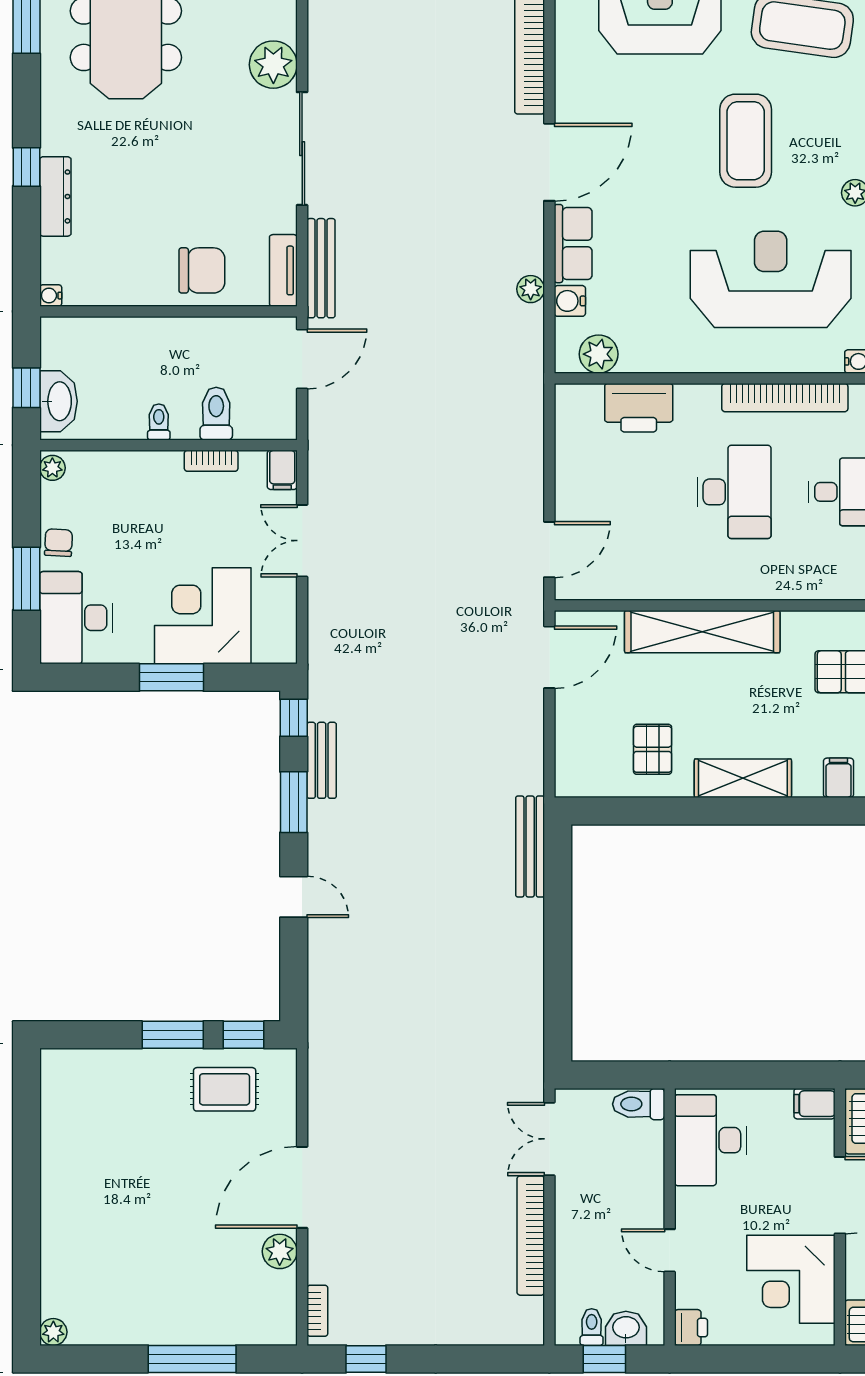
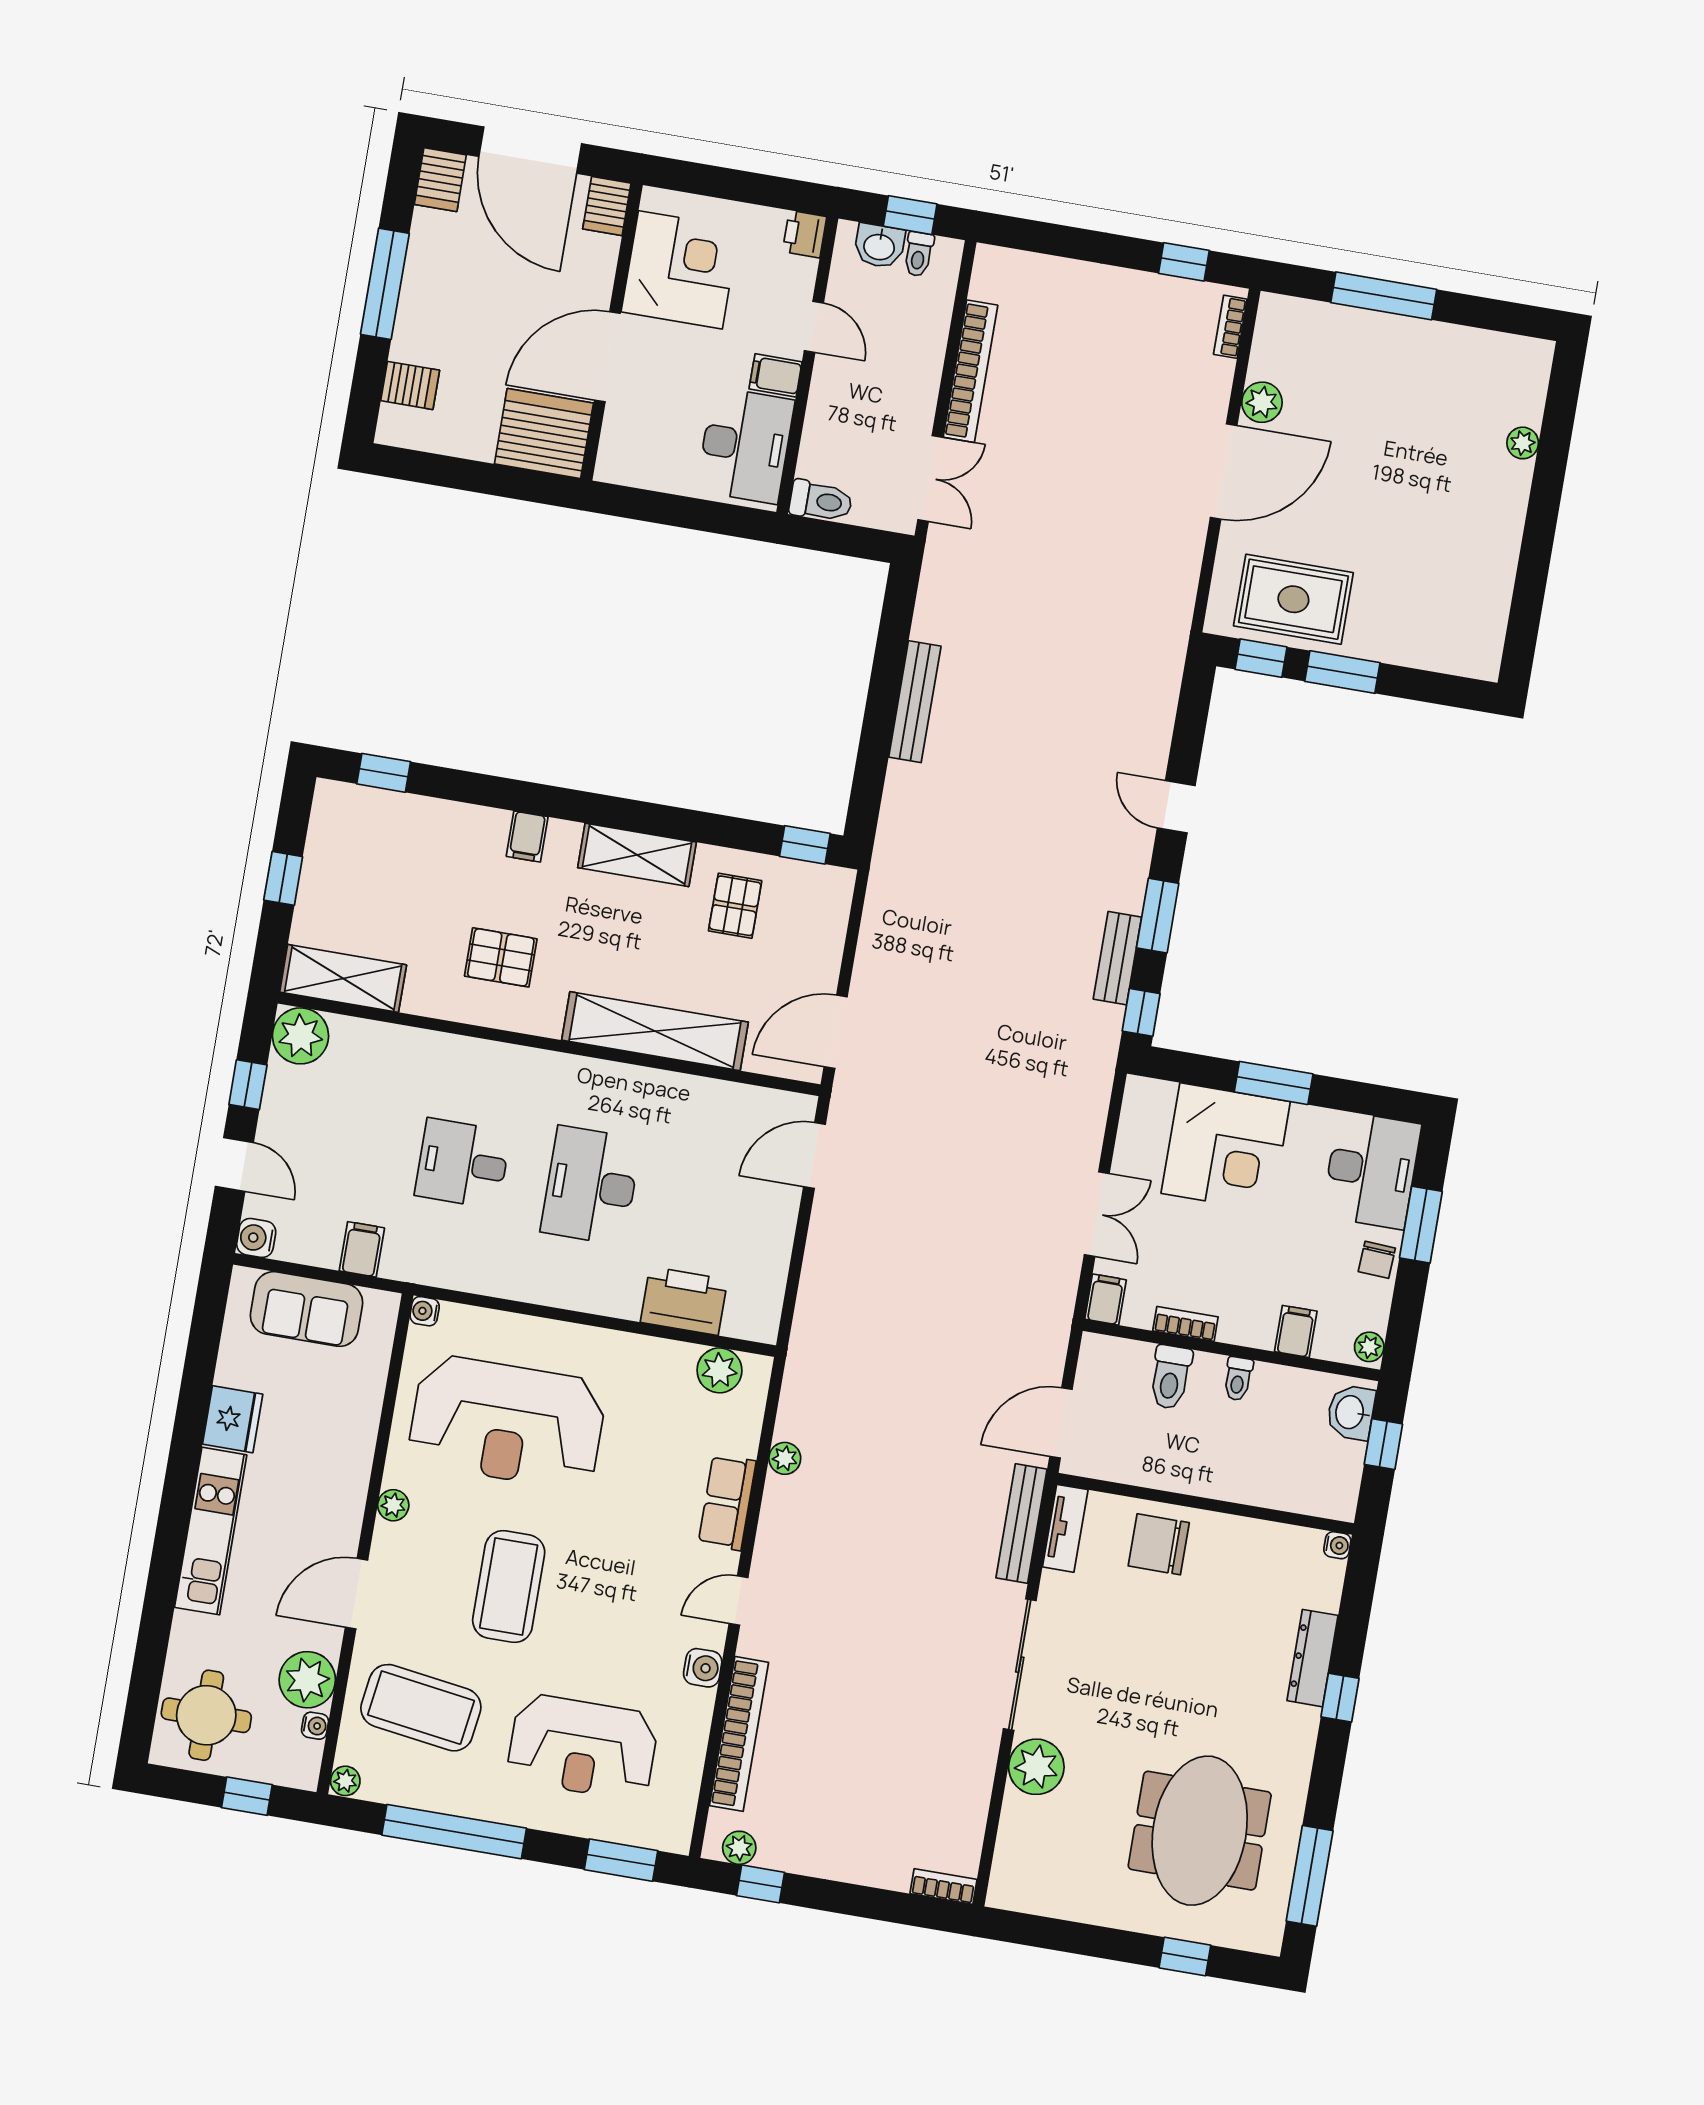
door: (549, 162) -> (738, 1600), width x0.53
water cooler: (570, 301) -> (703, 1668), moved
bookcase: (785, 398) -> (514, 1284), removed
washbasin: (58, 401) -> (1351, 1412), width x0.72
filing cabinet: (117, 470) -> (1296, 1331), added
window: (602, 811) -> (805, 845), added
bench: (530, 847) -> (915, 702), moved
rug: (225, 1089) -> (1293, 599), width x1.36, depth x1.43
filing cabinet: (814, 1104) -> (776, 375), moved, turned 180
plant: (53, 1332) -> (1523, 443), moved

